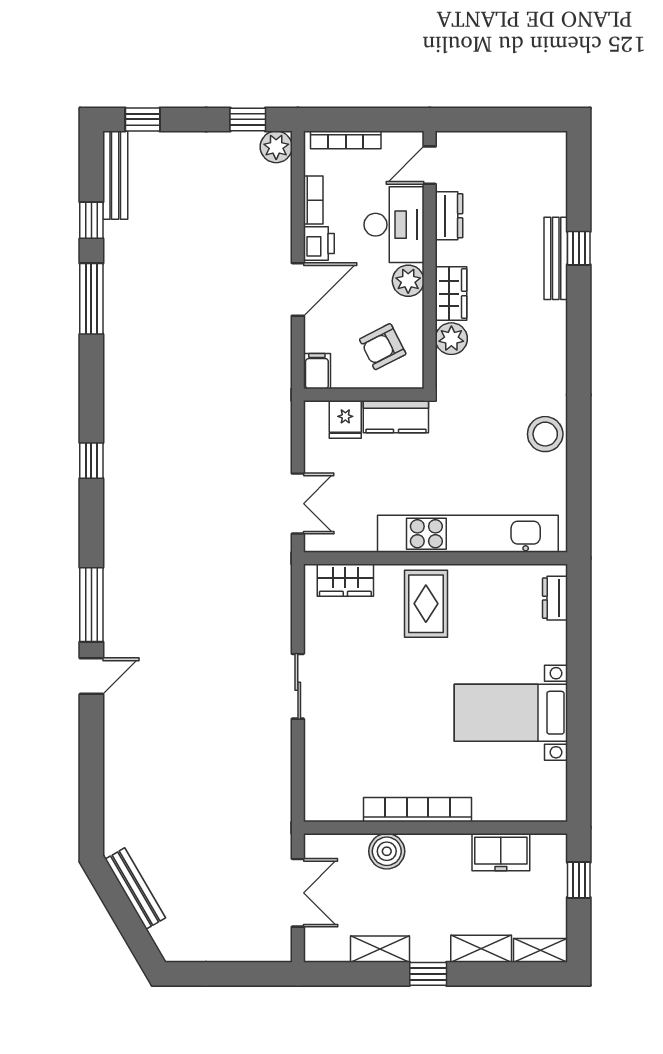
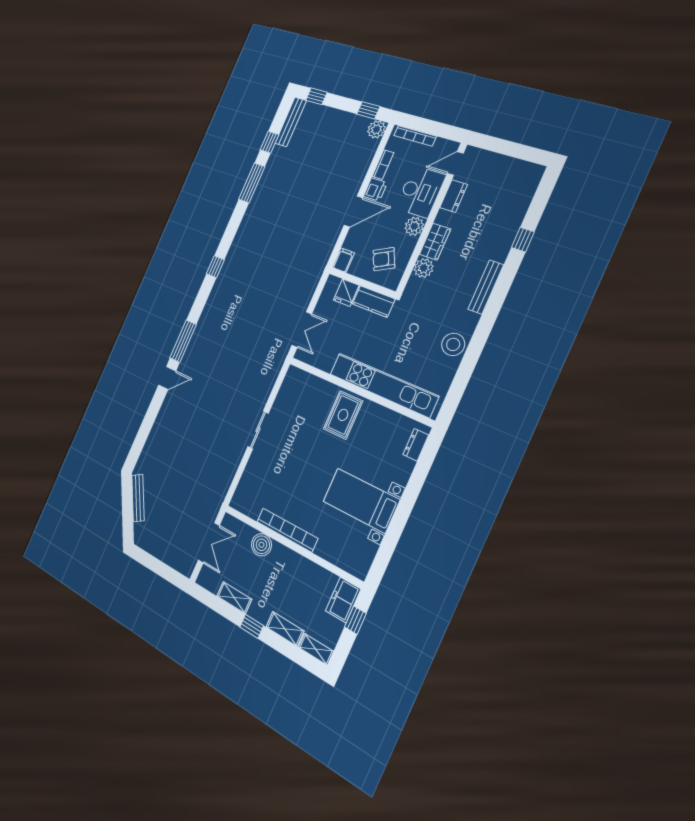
bench: (556, 258) -> (486, 287), moved
wardrobe: (345, 580) -> (307, 382), removed
freezer: (501, 852) -> (343, 600), moved, turned 90

